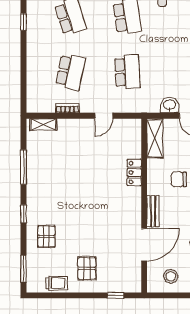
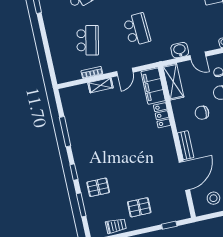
shelving: (43, 125) -> (100, 85), moved
filing cabinet: (131, 138) -> (153, 86), added
pallet: (46, 236) -> (98, 187), turned 90
pallet: (87, 268) -> (139, 207), turned 90
window: (23, 269) -> (81, 205), moved

